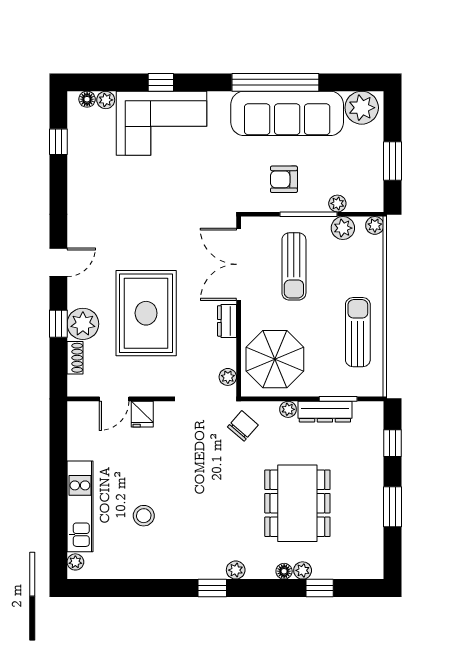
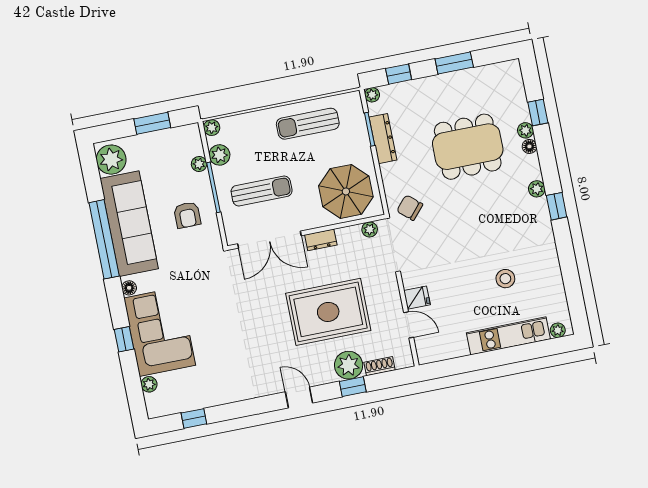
floor lamp: (87, 99) -> (129, 288), moved
plant: (288, 409) -> (372, 95), moved

